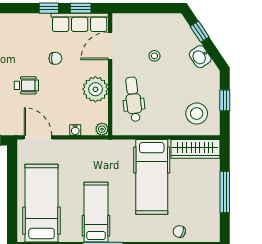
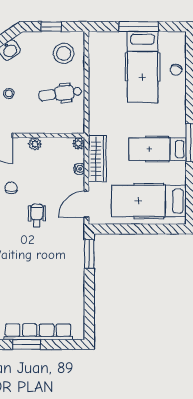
plant: (95, 89) -> (35, 144), width x0.53, depth x0.53
dental chair: (133, 99) -> (60, 94), moved
wardrobe: (195, 149) -> (97, 159), moved
hospital bed: (152, 177) -> (143, 67), moved, turned 90

